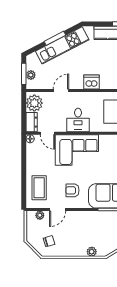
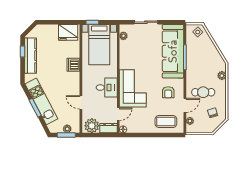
dishwasher: (92, 82) -> (73, 65), moved
door: (58, 210) -> (185, 105), hinge flipped
cafe table: (73, 230) -> (203, 92), added

